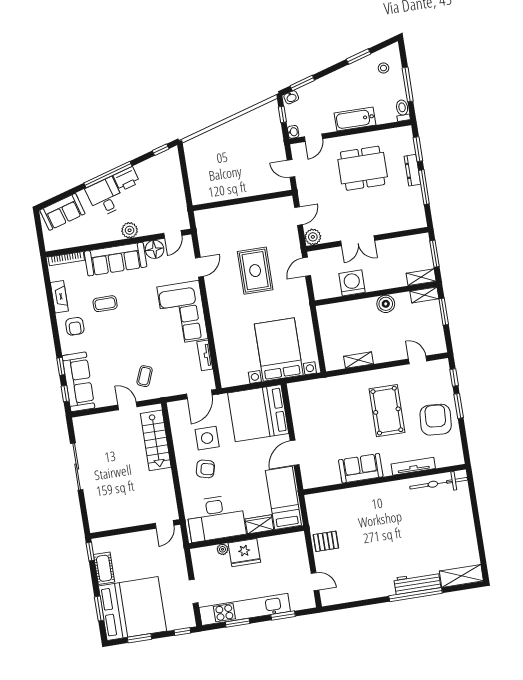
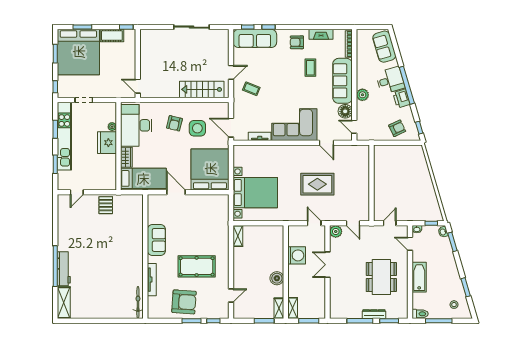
armchair: (166, 178) -> (397, 128), added
shelving: (358, 360) -> (238, 236), moved
bicycle: (439, 483) -> (138, 303), width x0.73, depth x0.71

